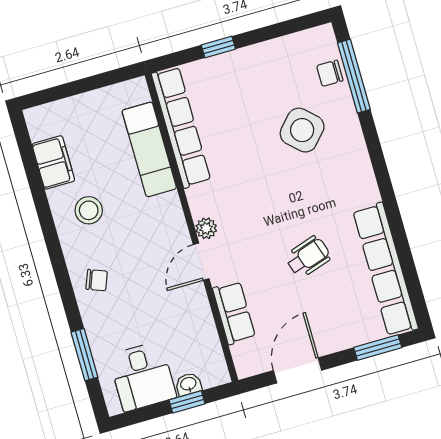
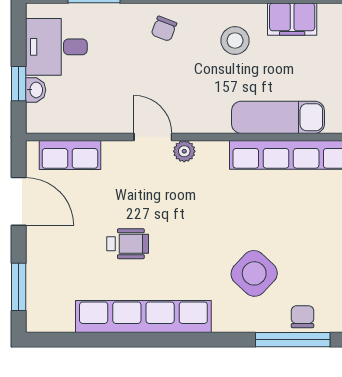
wheelchair: (308, 257) -> (128, 244), turned -72
row of seats: (386, 269) -> (143, 317), moved
row of seats: (234, 313) -> (70, 155), moved

